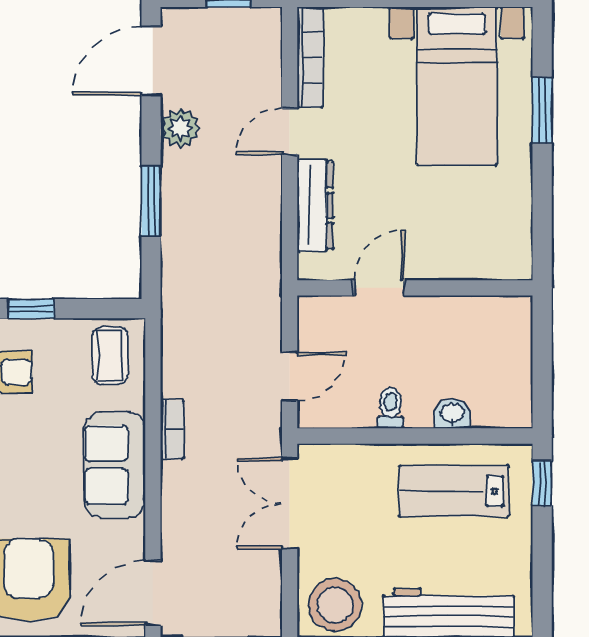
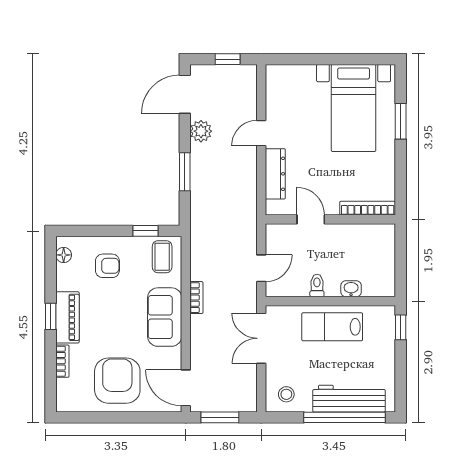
bookcase: (310, 57) -> (368, 208), moved, turned -90
door: (379, 288) -> (311, 219), hinge flipped
window: (31, 309) -> (146, 231), moved
lab bench: (454, 491) -> (332, 327), moved
door: (153, 593) -> (186, 388), hinge flipped
stool: (335, 605) -> (286, 394), width x0.53, depth x0.53

